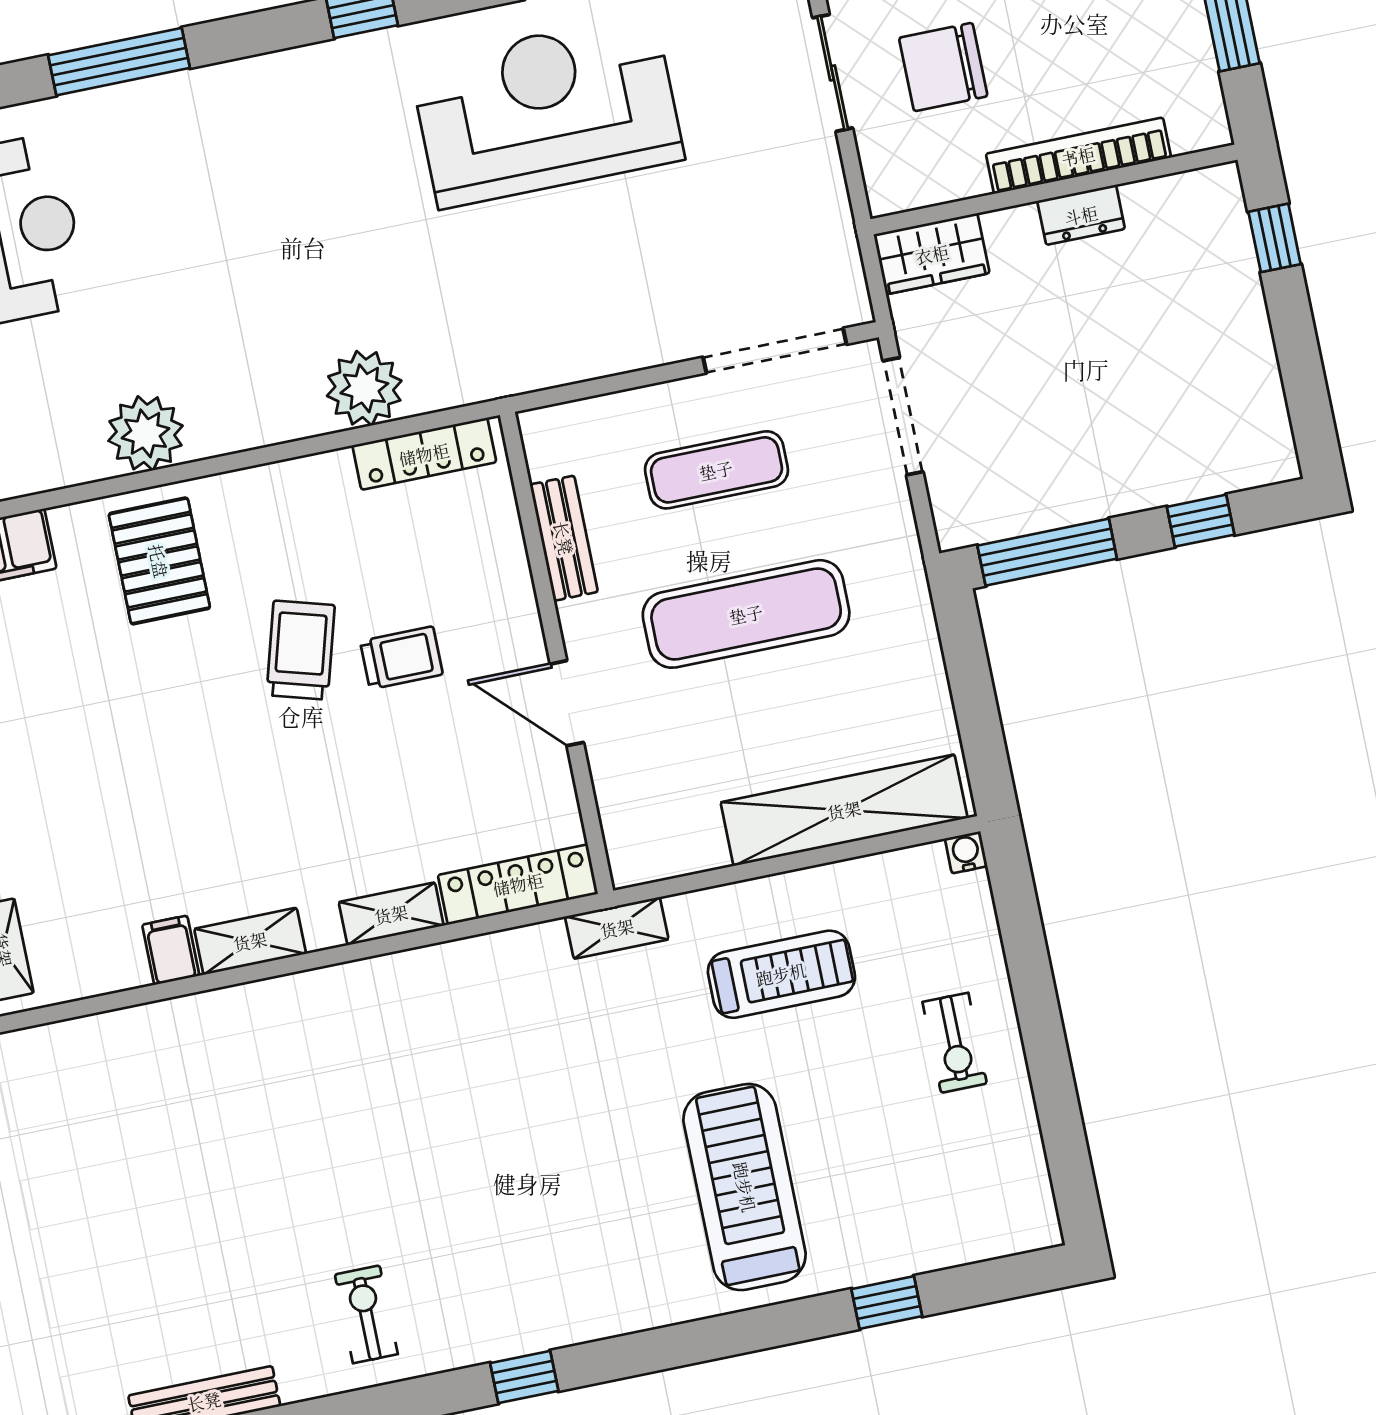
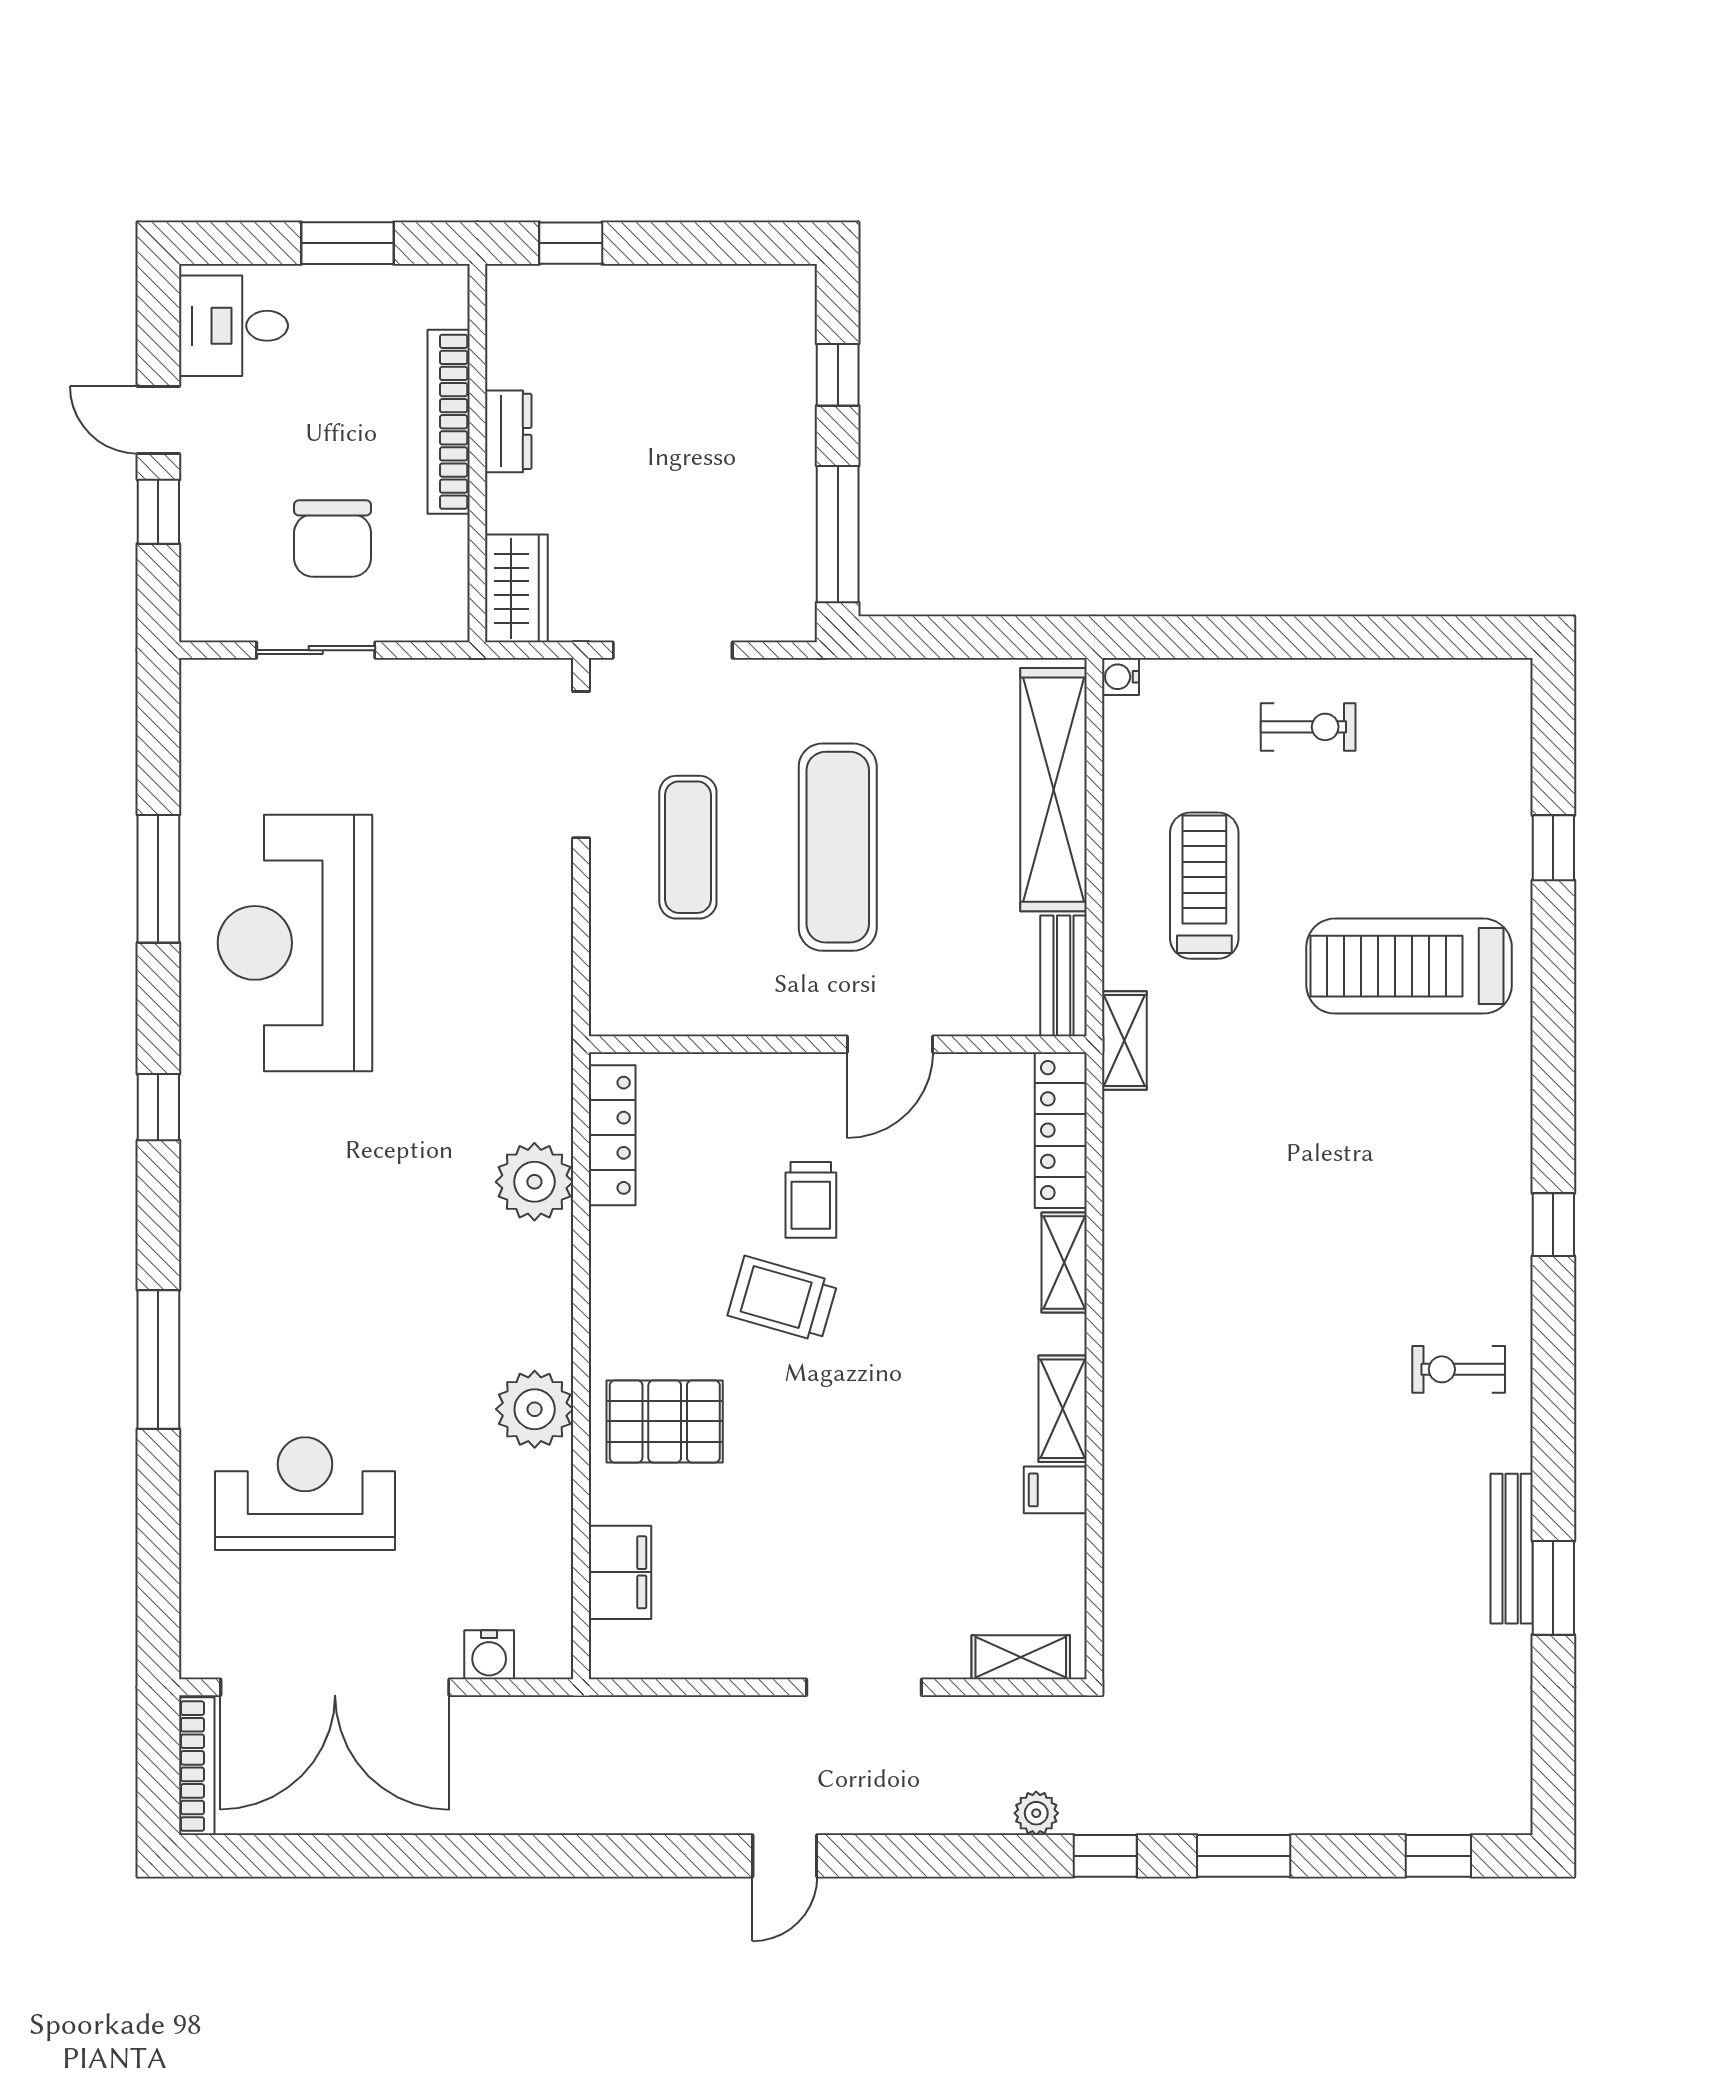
bench: (564, 538) -> (1064, 976), moved, turned 90
trolley: (401, 658) -> (811, 1200), turned 180

